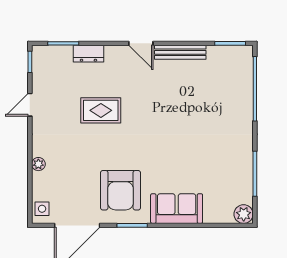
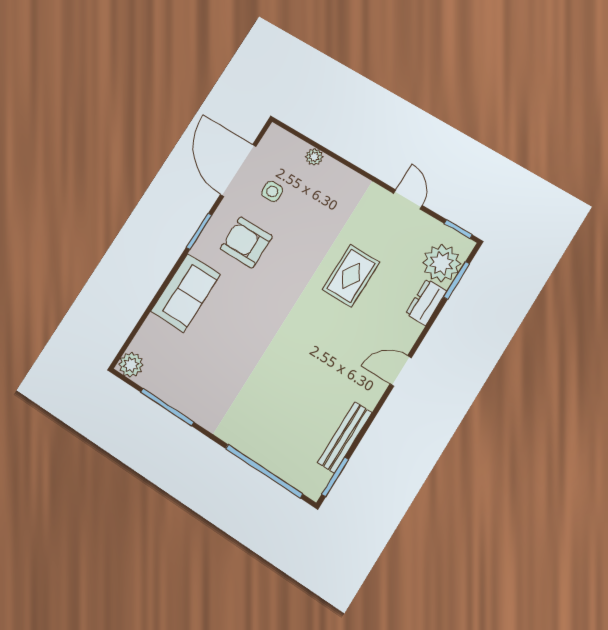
bench: (180, 52) -> (345, 437), moved
plant: (58, 59) -> (442, 263), added
plant: (38, 164) -> (314, 157), moved
armchair: (121, 190) -> (246, 242), width x0.73, depth x0.73
side table: (42, 209) -> (272, 192), moved

